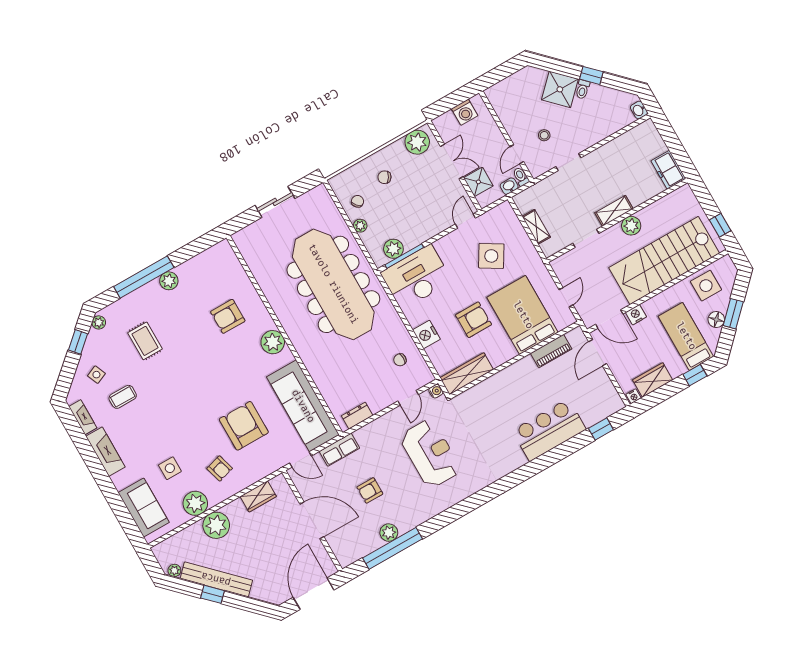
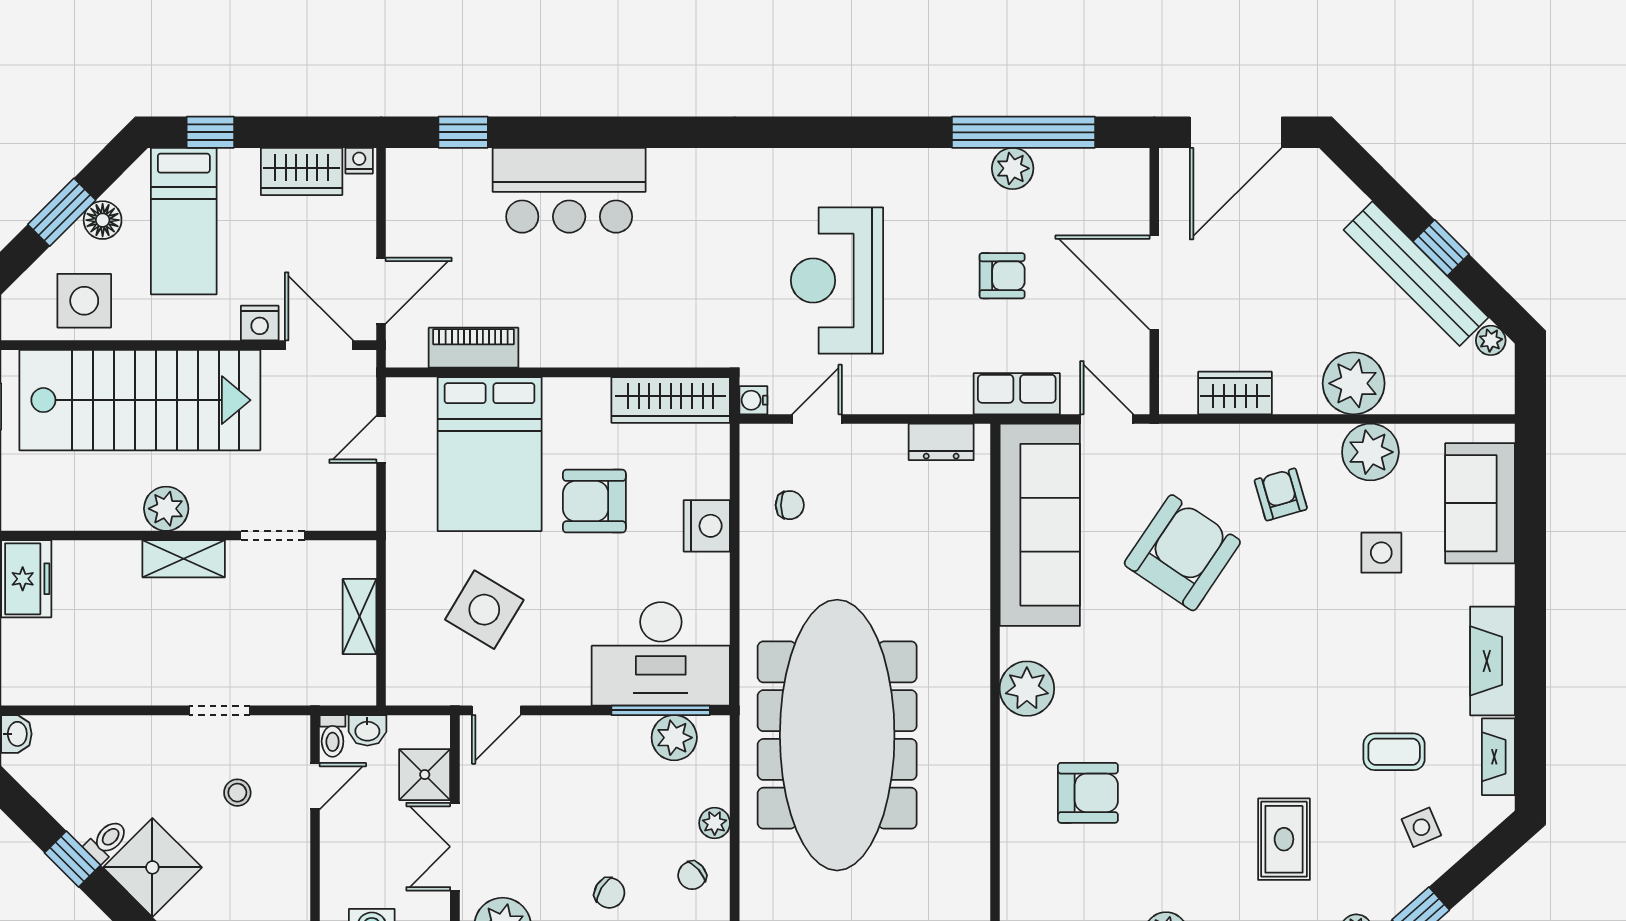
armchair: (244, 426) -> (1182, 553), turned -146

